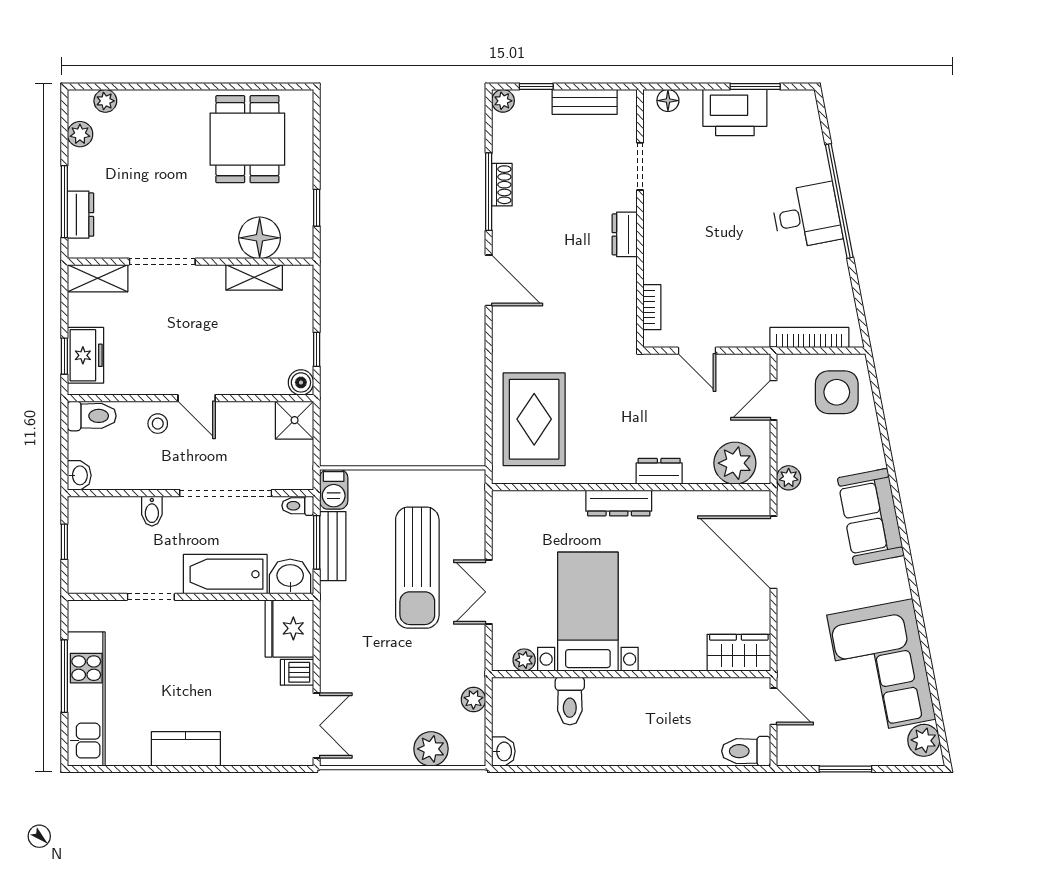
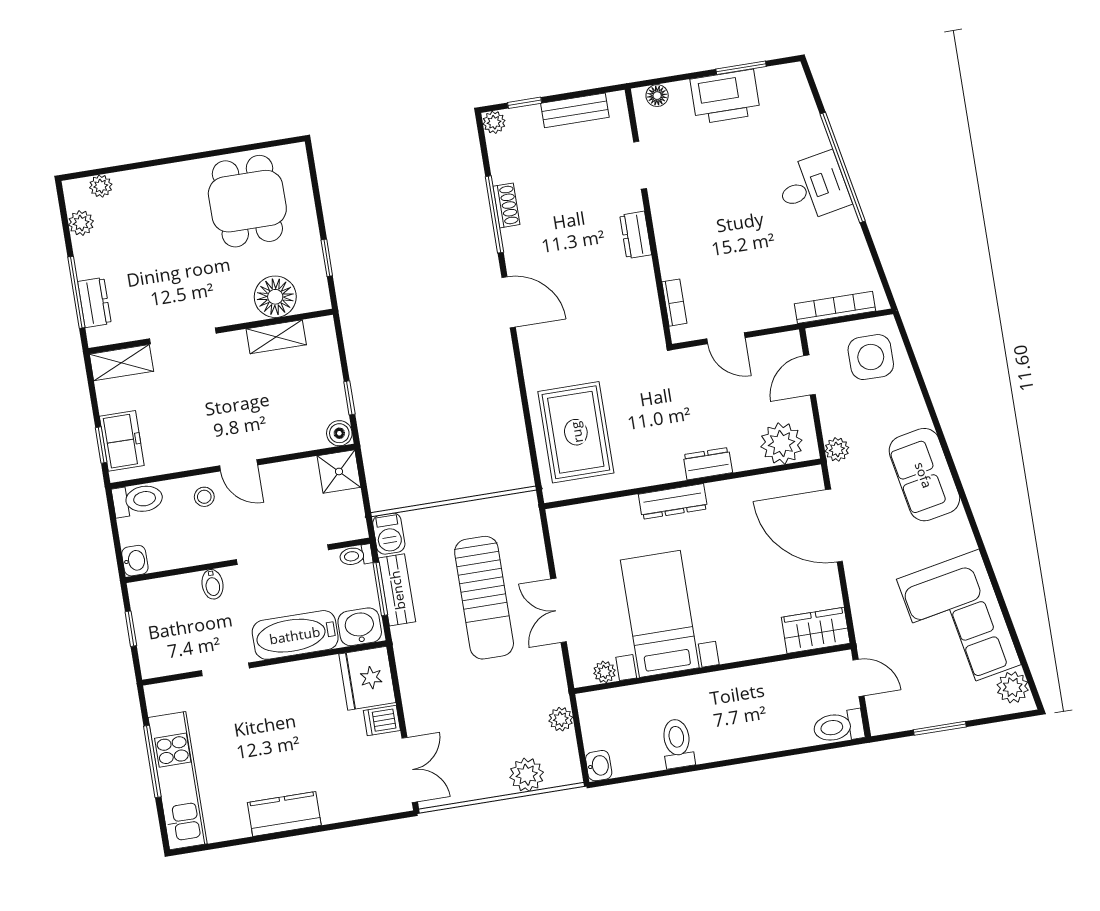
toilet: (570, 701) -> (677, 743), moved, turned 180

